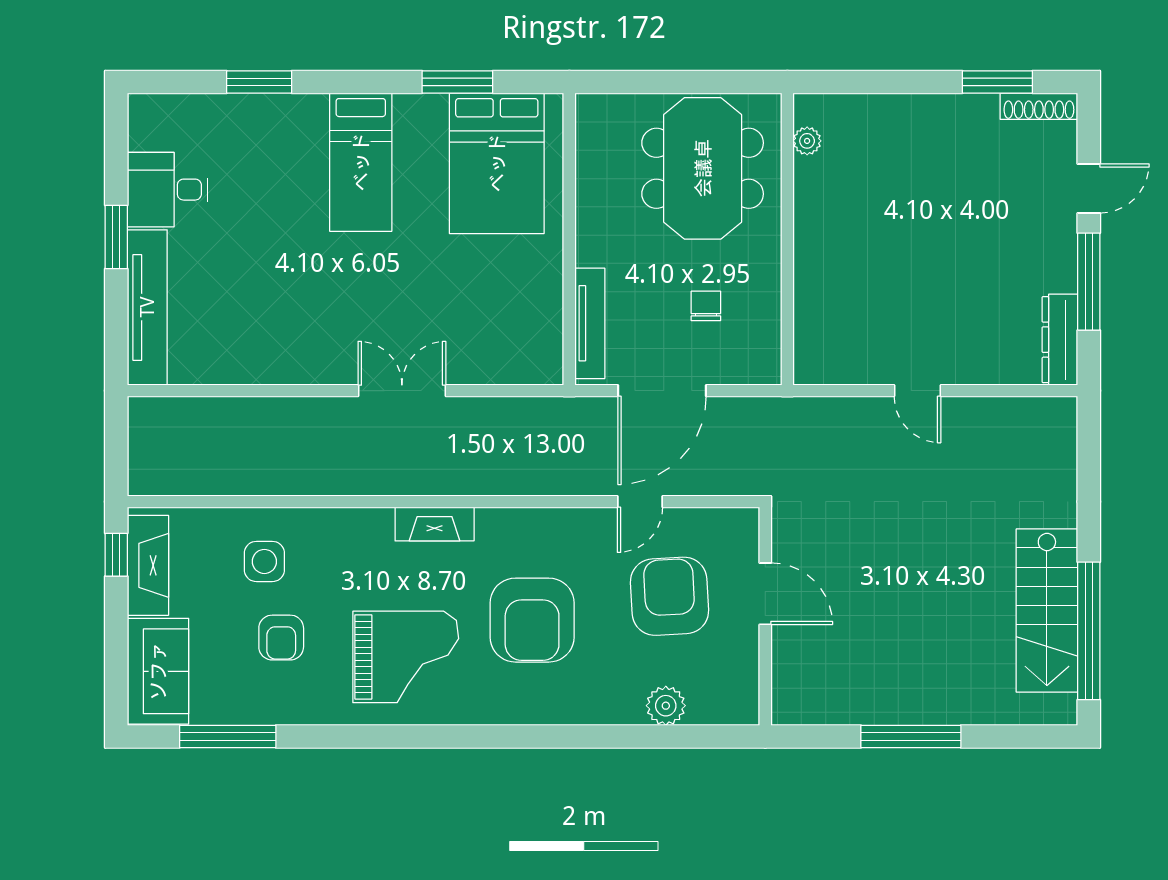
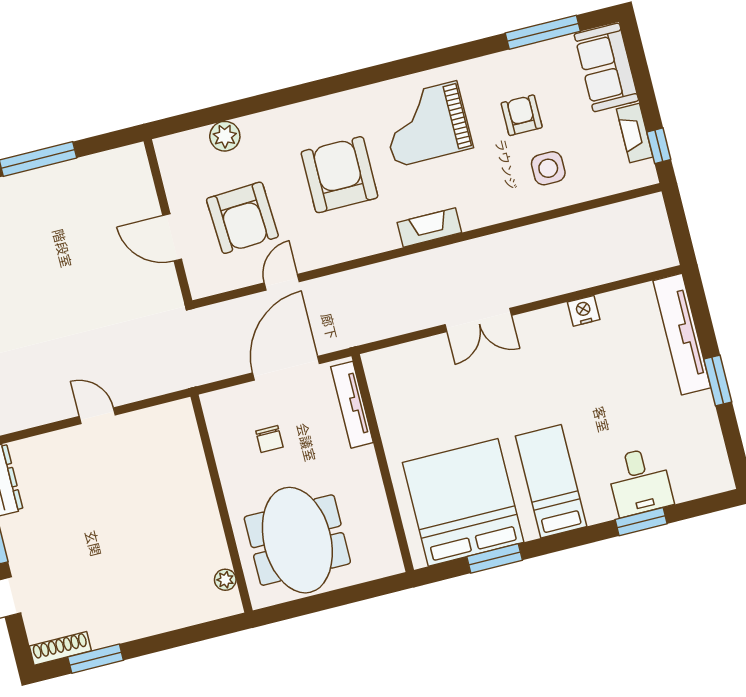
bed: (497, 163) -> (463, 502), width x1.36
desk: (168, 190) -> (640, 482), moved, turned 90
nightstand: (265, 369) -> (584, 311), added
fireplace: (148, 565) -> (635, 133), width x0.73, depth x0.76

